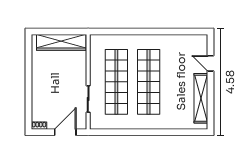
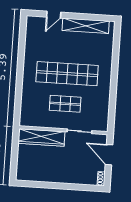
wardrobe: (61, 42) -> (41, 138), moved, turned 90
shop shelf: (116, 82) -> (65, 104), width x0.50, depth x0.74

